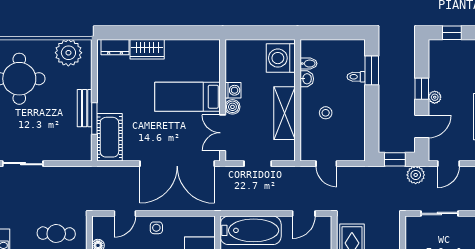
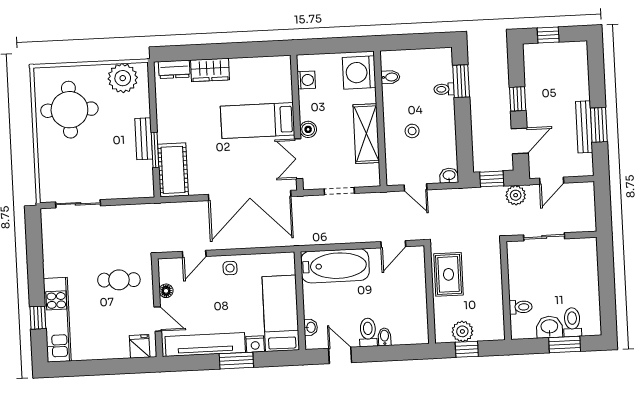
washbasin: (307, 79) -> (449, 176), moved, turned -90
washing machine: (233, 90) -> (306, 80), moved
plant: (435, 97) -> (533, 108), removed

